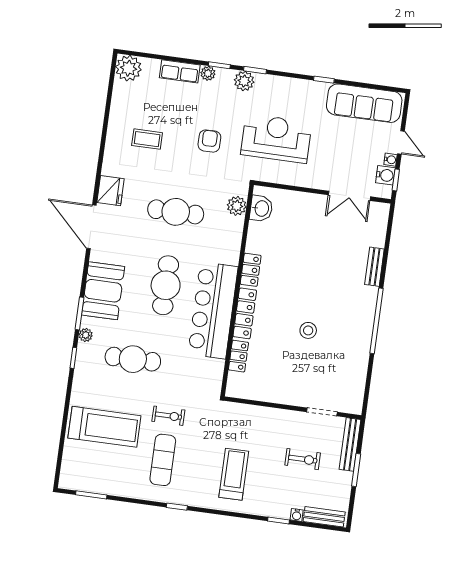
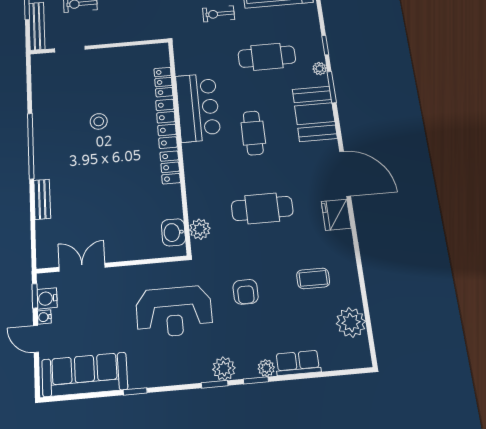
plant: (128, 68) -> (351, 322), moved
cafe table: (166, 285) -> (253, 133), width x0.73, depth x0.74
bar counter: (213, 310) -> (198, 107), width x0.73

